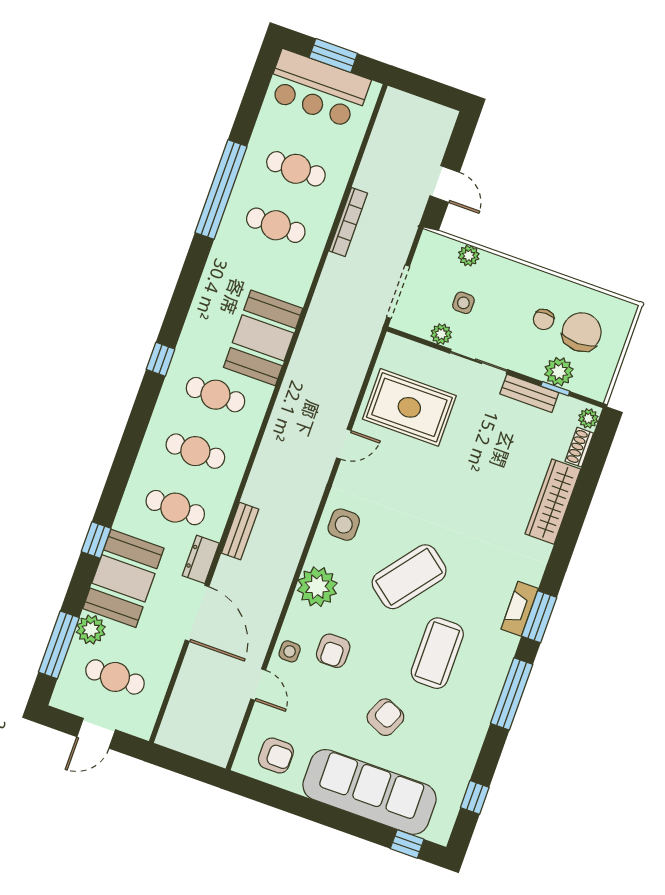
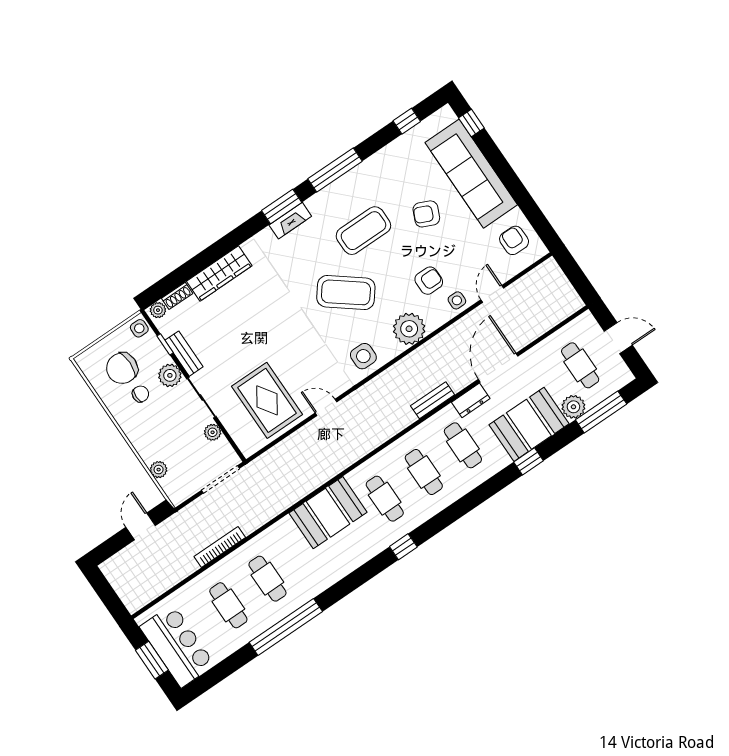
side table: (463, 303) -> (139, 328), moved
plant: (559, 372) -> (170, 375), moved

